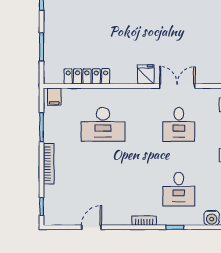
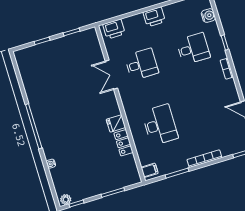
fridge: (146, 74) -> (116, 123), moved
locker: (87, 76) -> (124, 143), width x0.66

